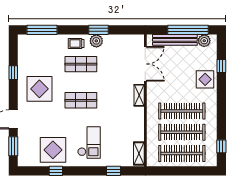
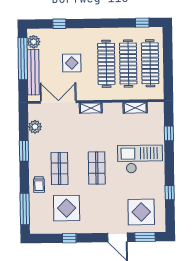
plant: (96, 41) -> (35, 127), moved
trolley: (76, 44) -> (39, 185), moved
display table: (205, 79) -> (72, 63), moved
display table: (39, 89) -> (67, 208), moved
checkout: (89, 142) -> (140, 159), width x1.36, depth x1.21
display table: (53, 150) -> (141, 212), moved
shelving: (139, 154) -> (135, 108), moved

